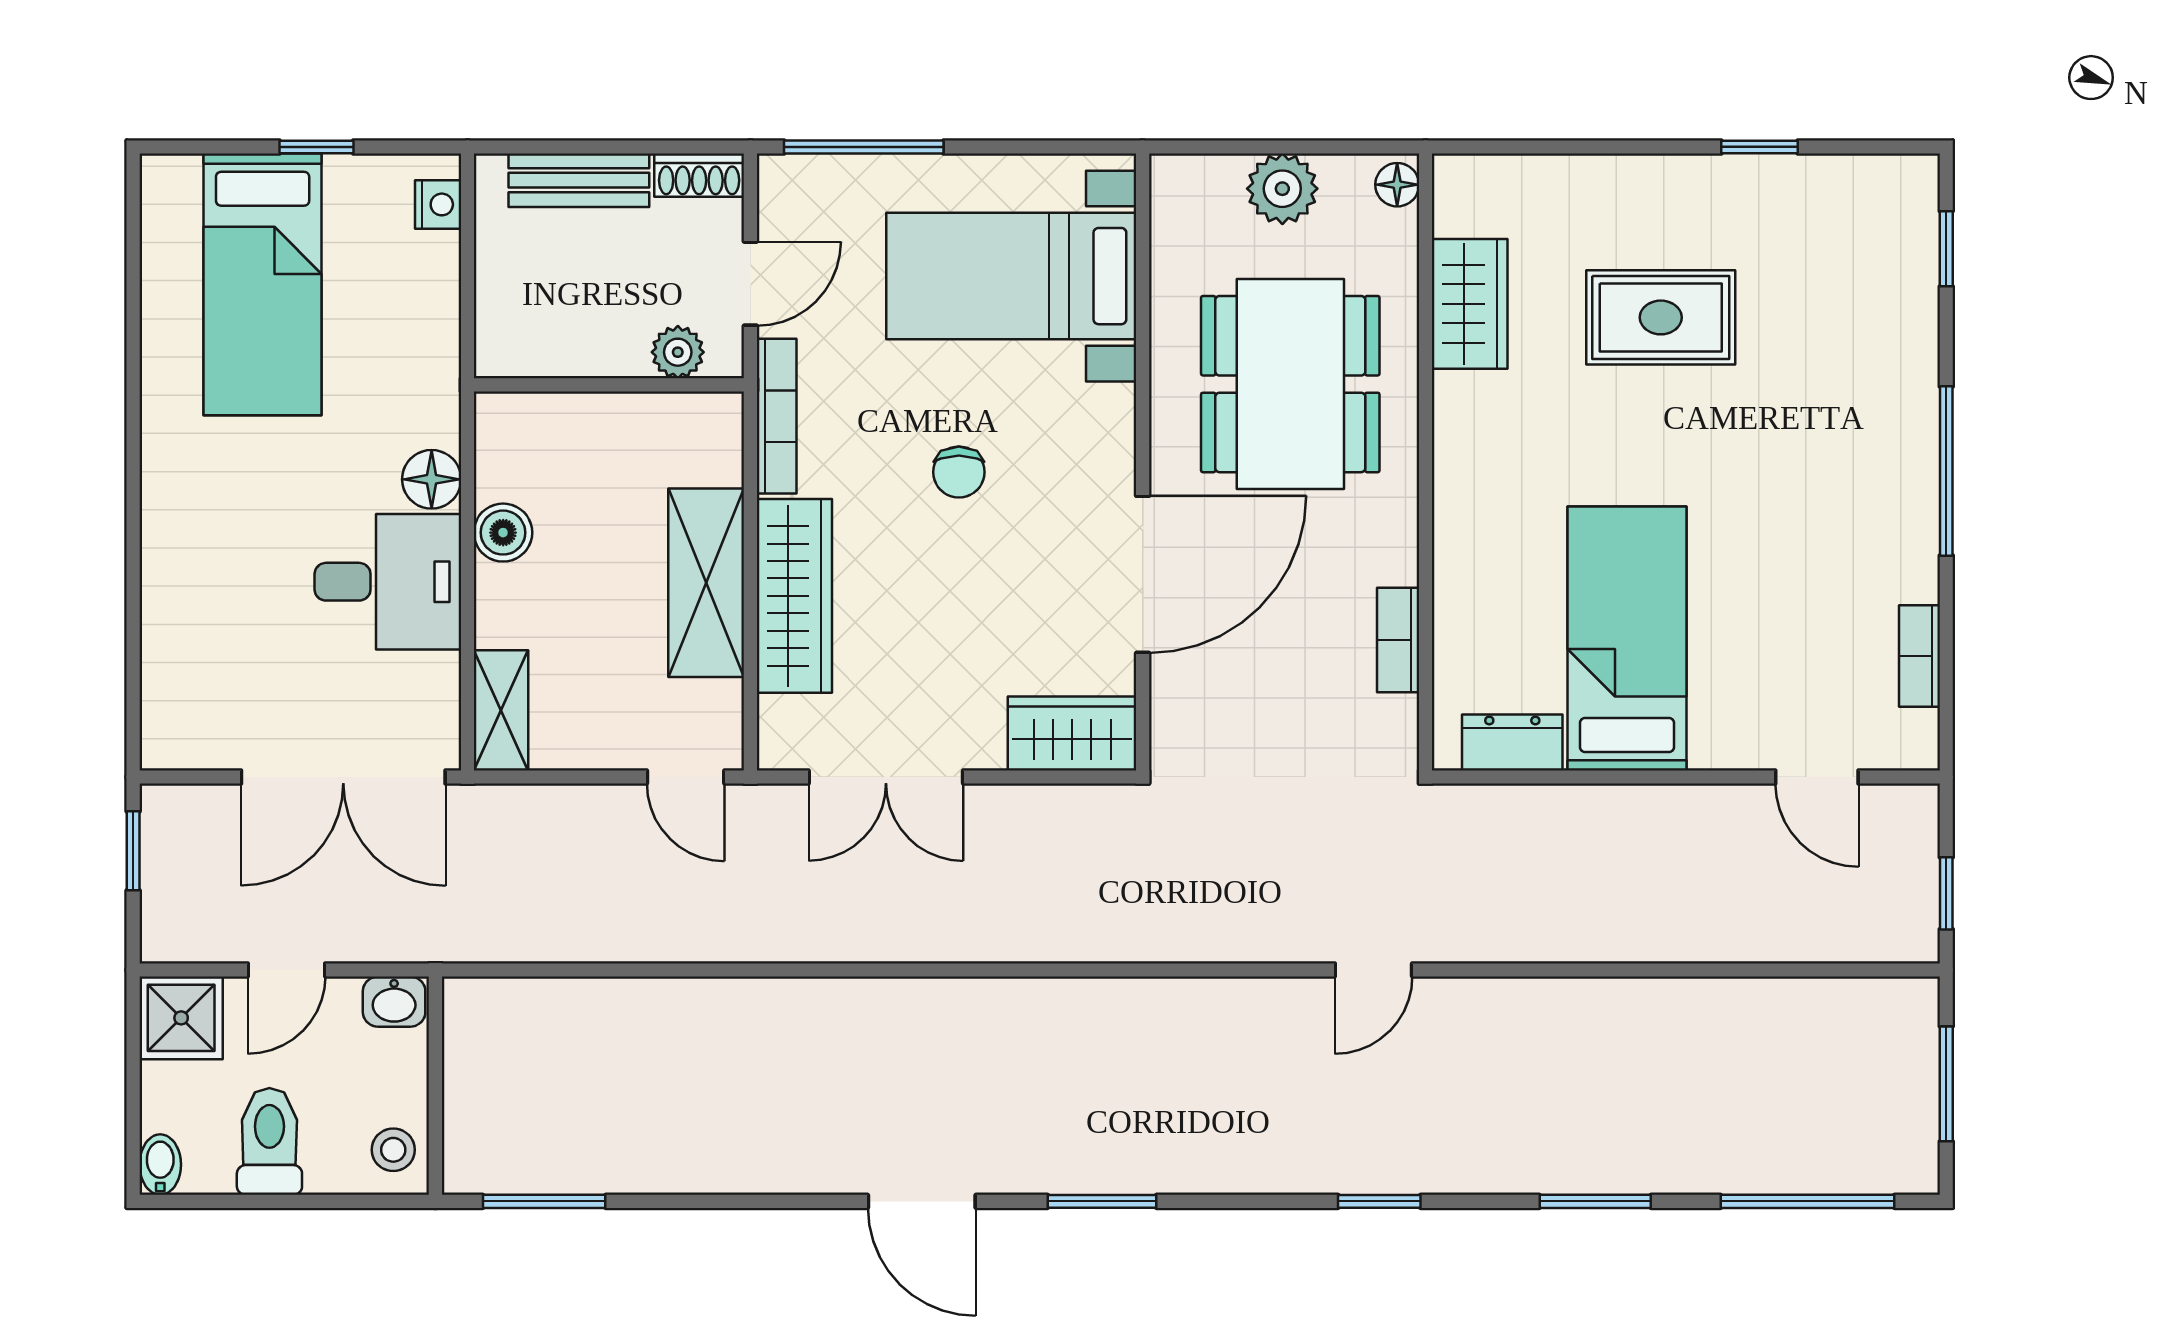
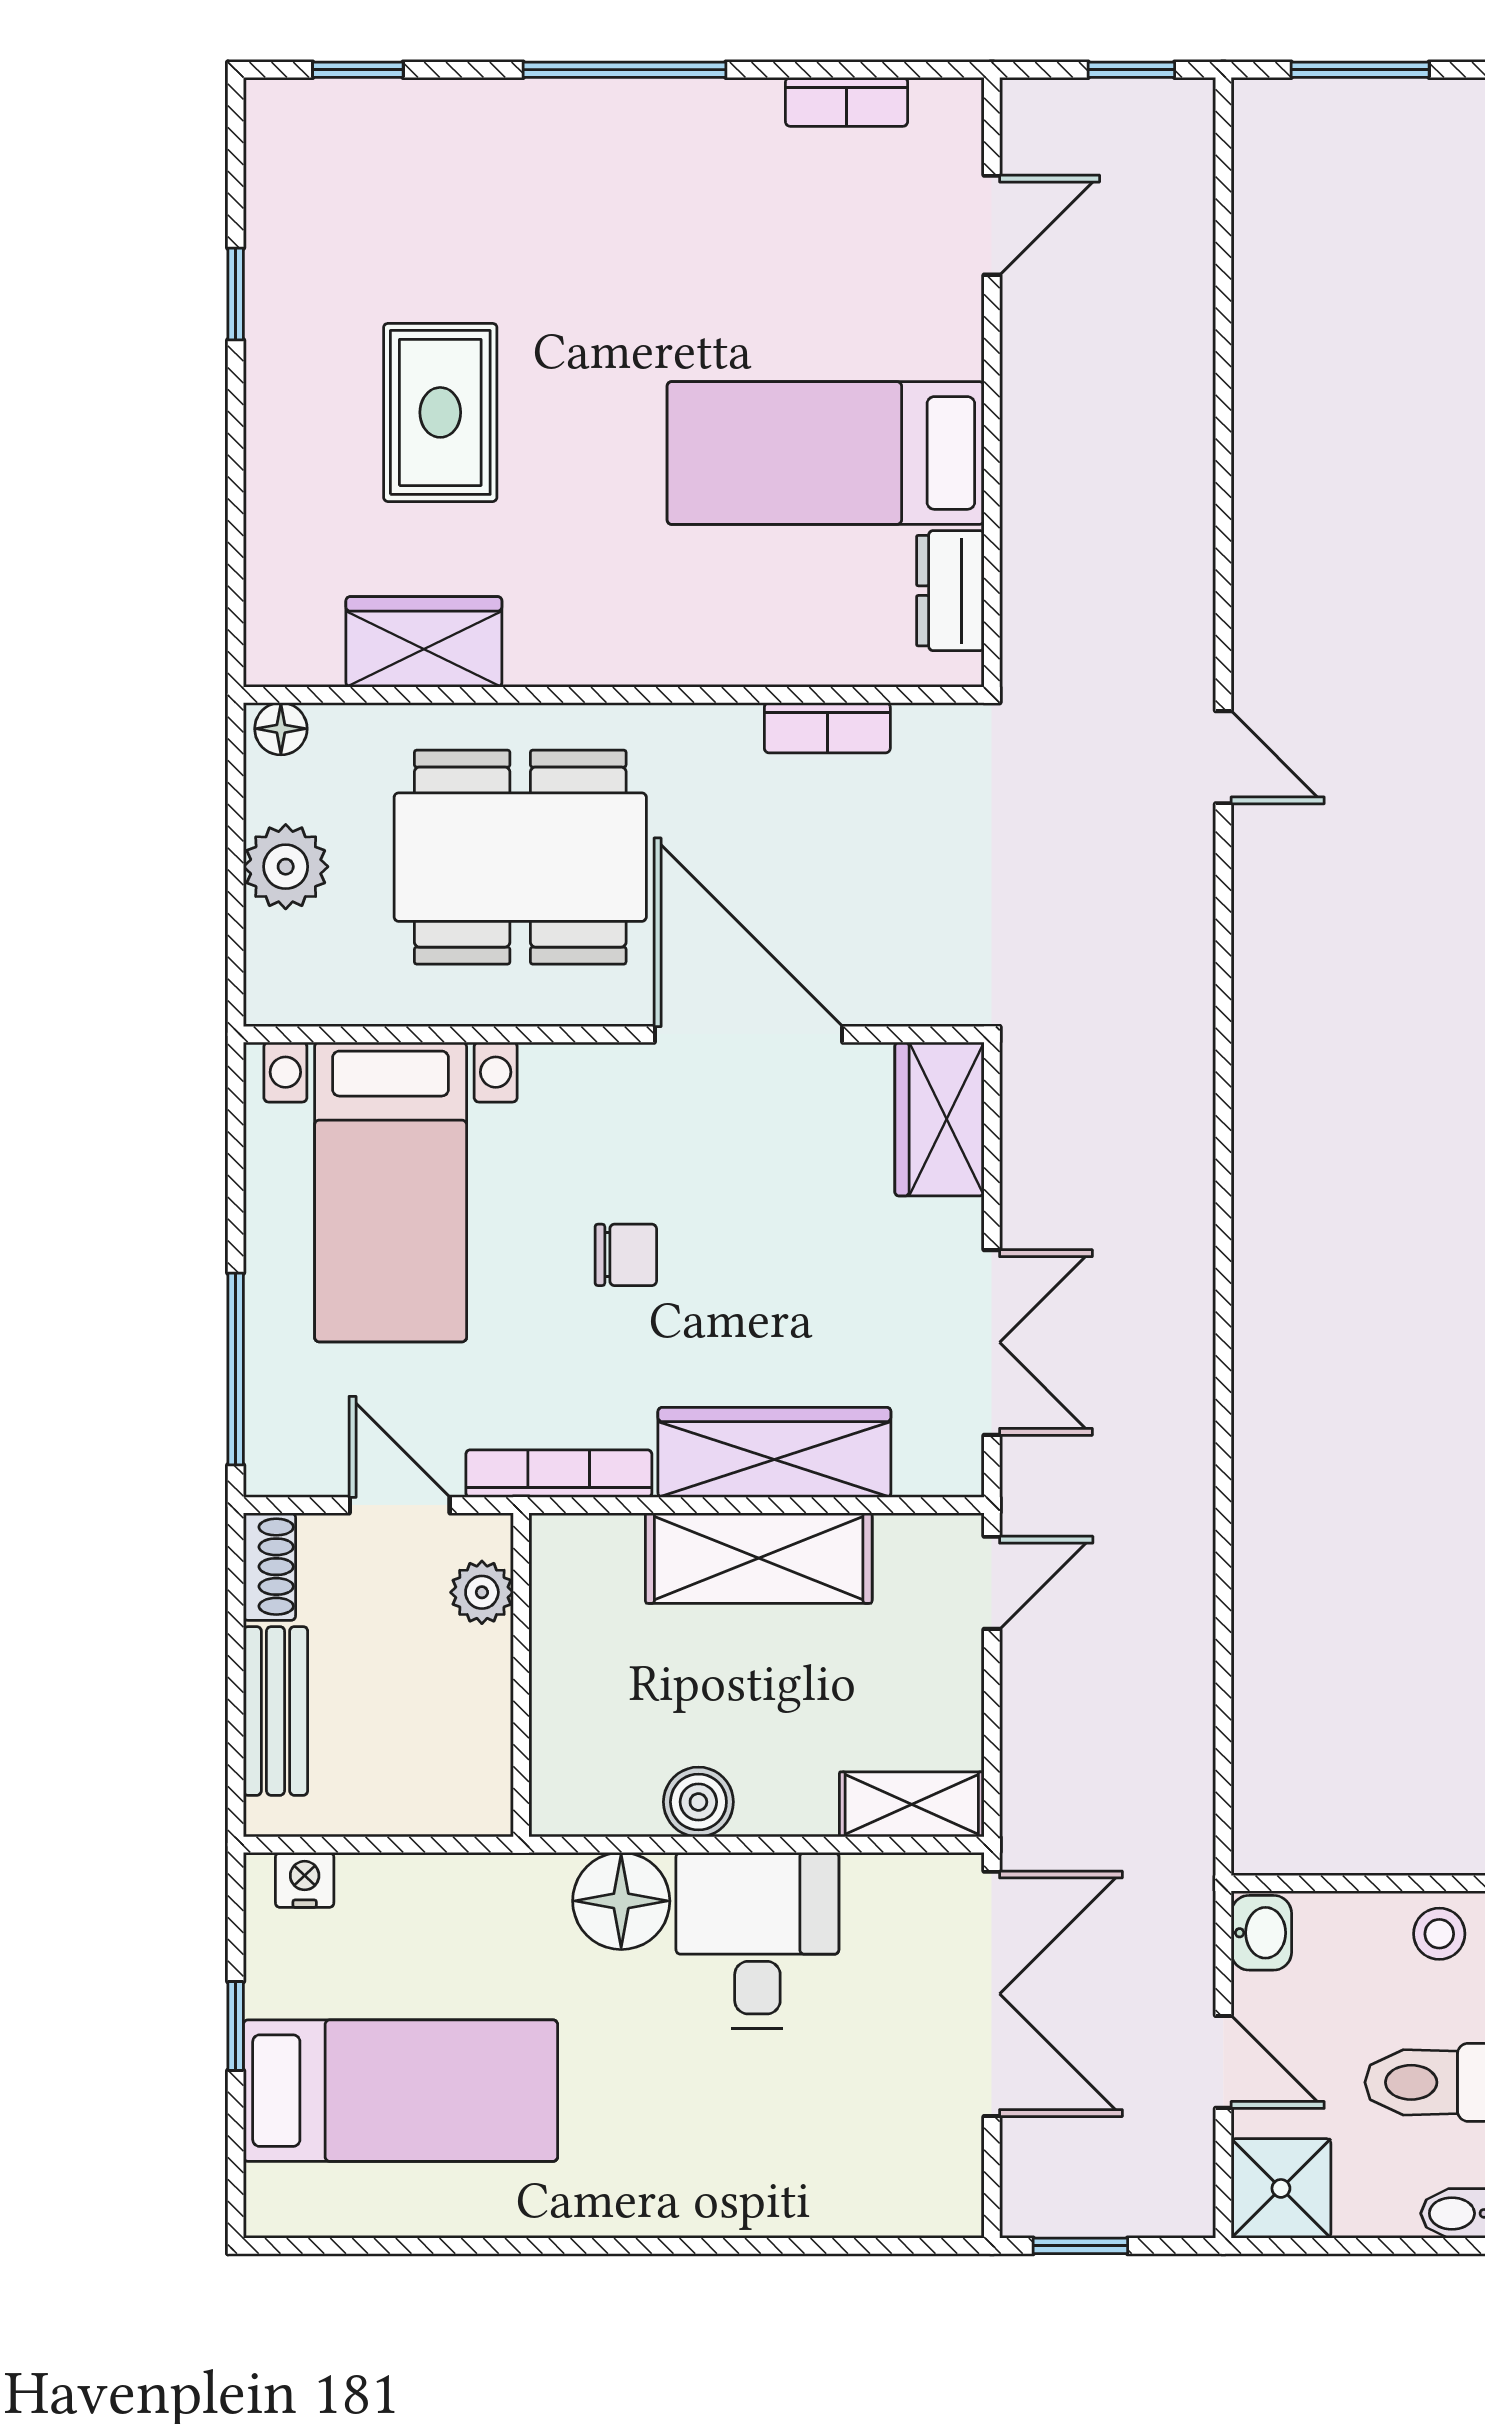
floor lamp: (432, 479) -> (621, 1901), width x1.38, depth x1.38

